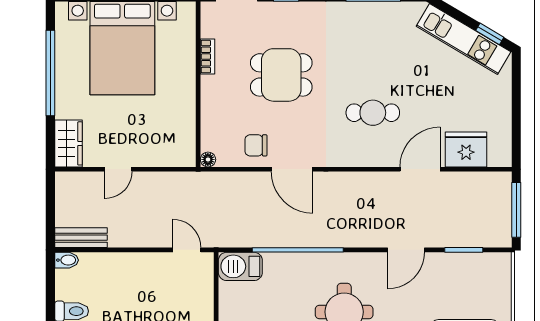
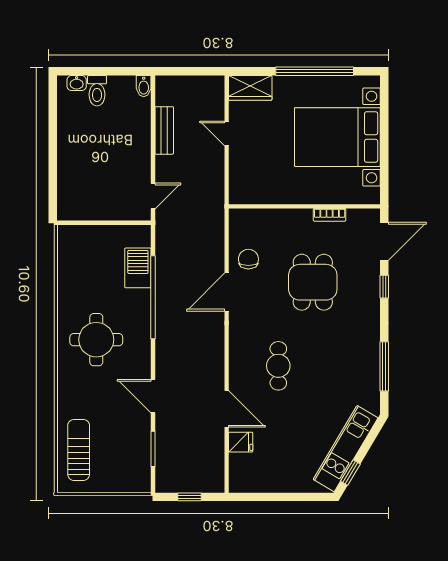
fridge: (466, 149) -> (241, 442), width x0.53, depth x0.75
floor lamp: (208, 159) -> (236, 215), removed
window: (516, 210) -> (190, 497), width x0.46
bench: (81, 238) -> (164, 130), moved
barbecue: (240, 266) -> (138, 268), moved

